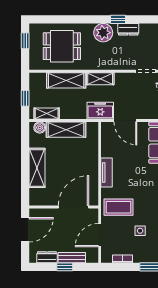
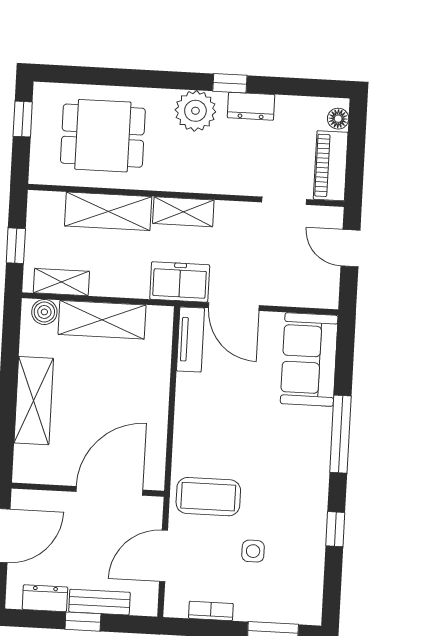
tv unit: (107, 173) -> (190, 340), moved

